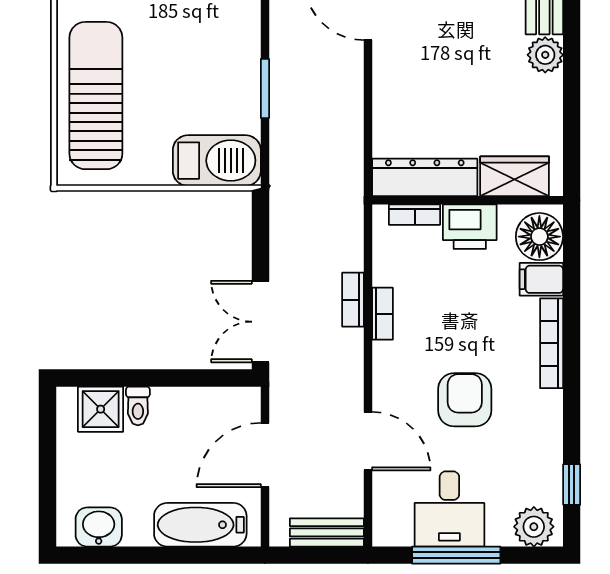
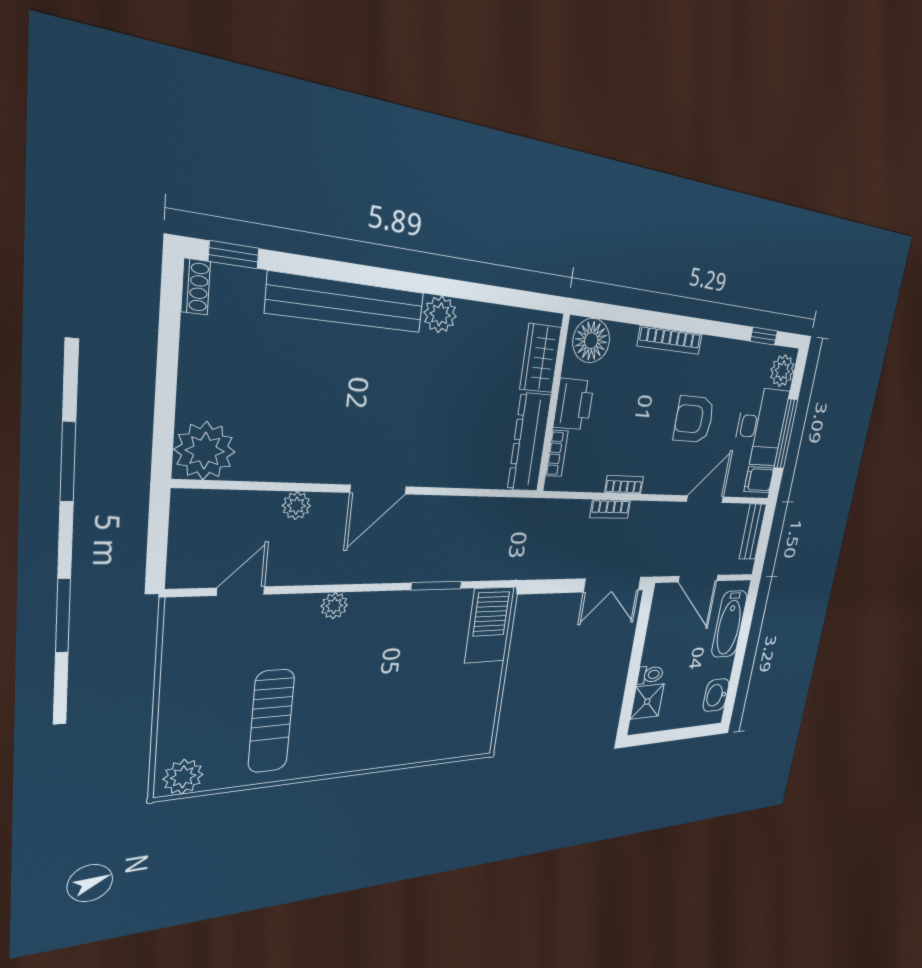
sun lounger: (96, 96) -> (424, 730), removed
filing cabinet: (541, 279) -> (759, 480), moved, turned 90
desk: (449, 509) -> (760, 427), width x1.37

